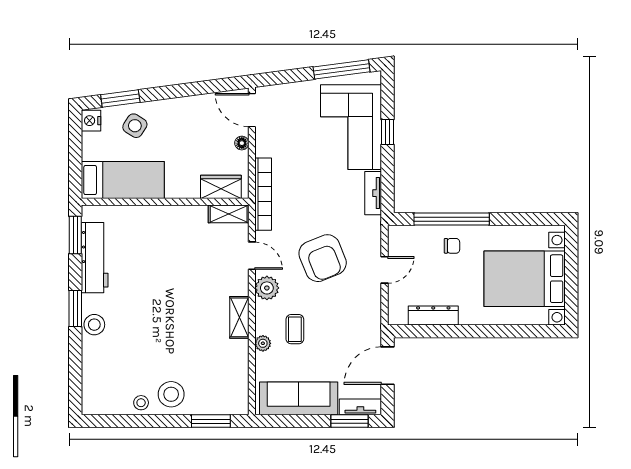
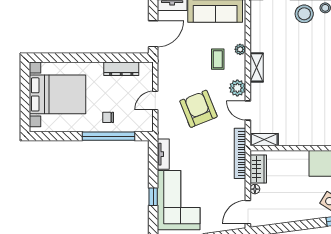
door: (252, 110) -> (248, 212), swing flipped
wardrobe: (221, 187) -> (258, 169), moved, turned -90

